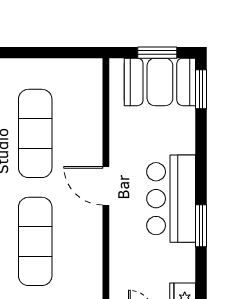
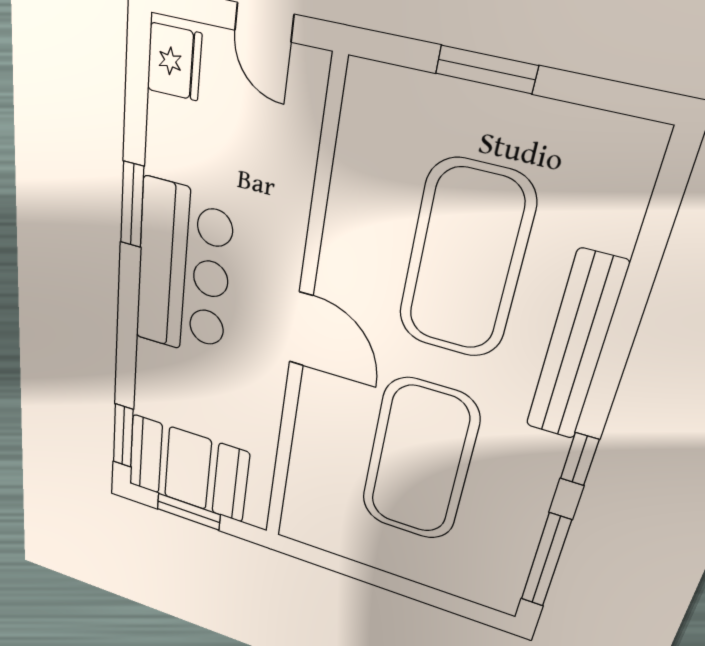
exercise mat: (35, 133) -> (419, 460), width x1.47
exercise mat: (35, 241) -> (465, 261), width x1.47

